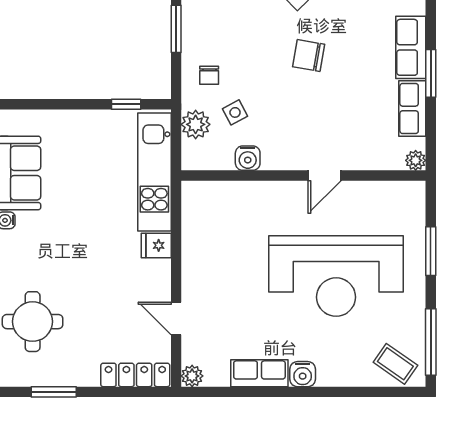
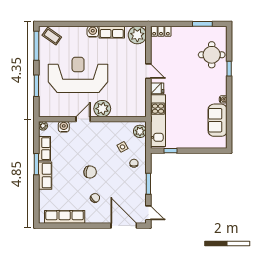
plant: (196, 124) -> (140, 131), moved
water cooler: (248, 158) -> (64, 127), moved
plant: (281, 199) -> (102, 109), added
door: (176, 318) -> (148, 71), moved
locker: (135, 375) -> (161, 31), width x0.66
plant: (192, 376) -> (137, 35), width x1.88, depth x1.88

